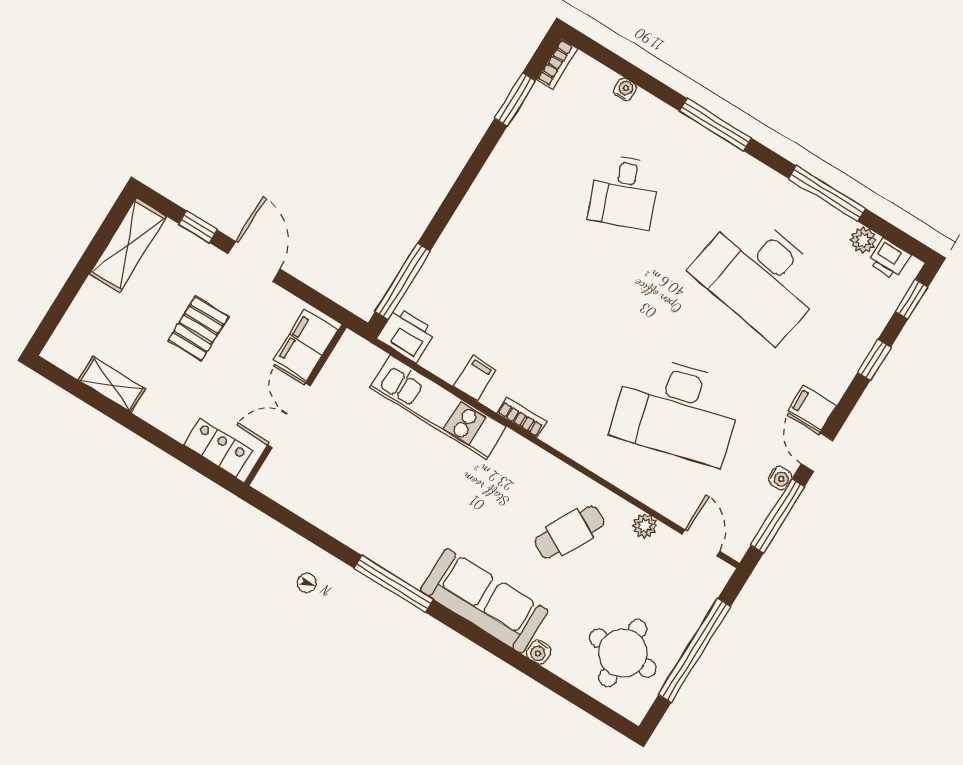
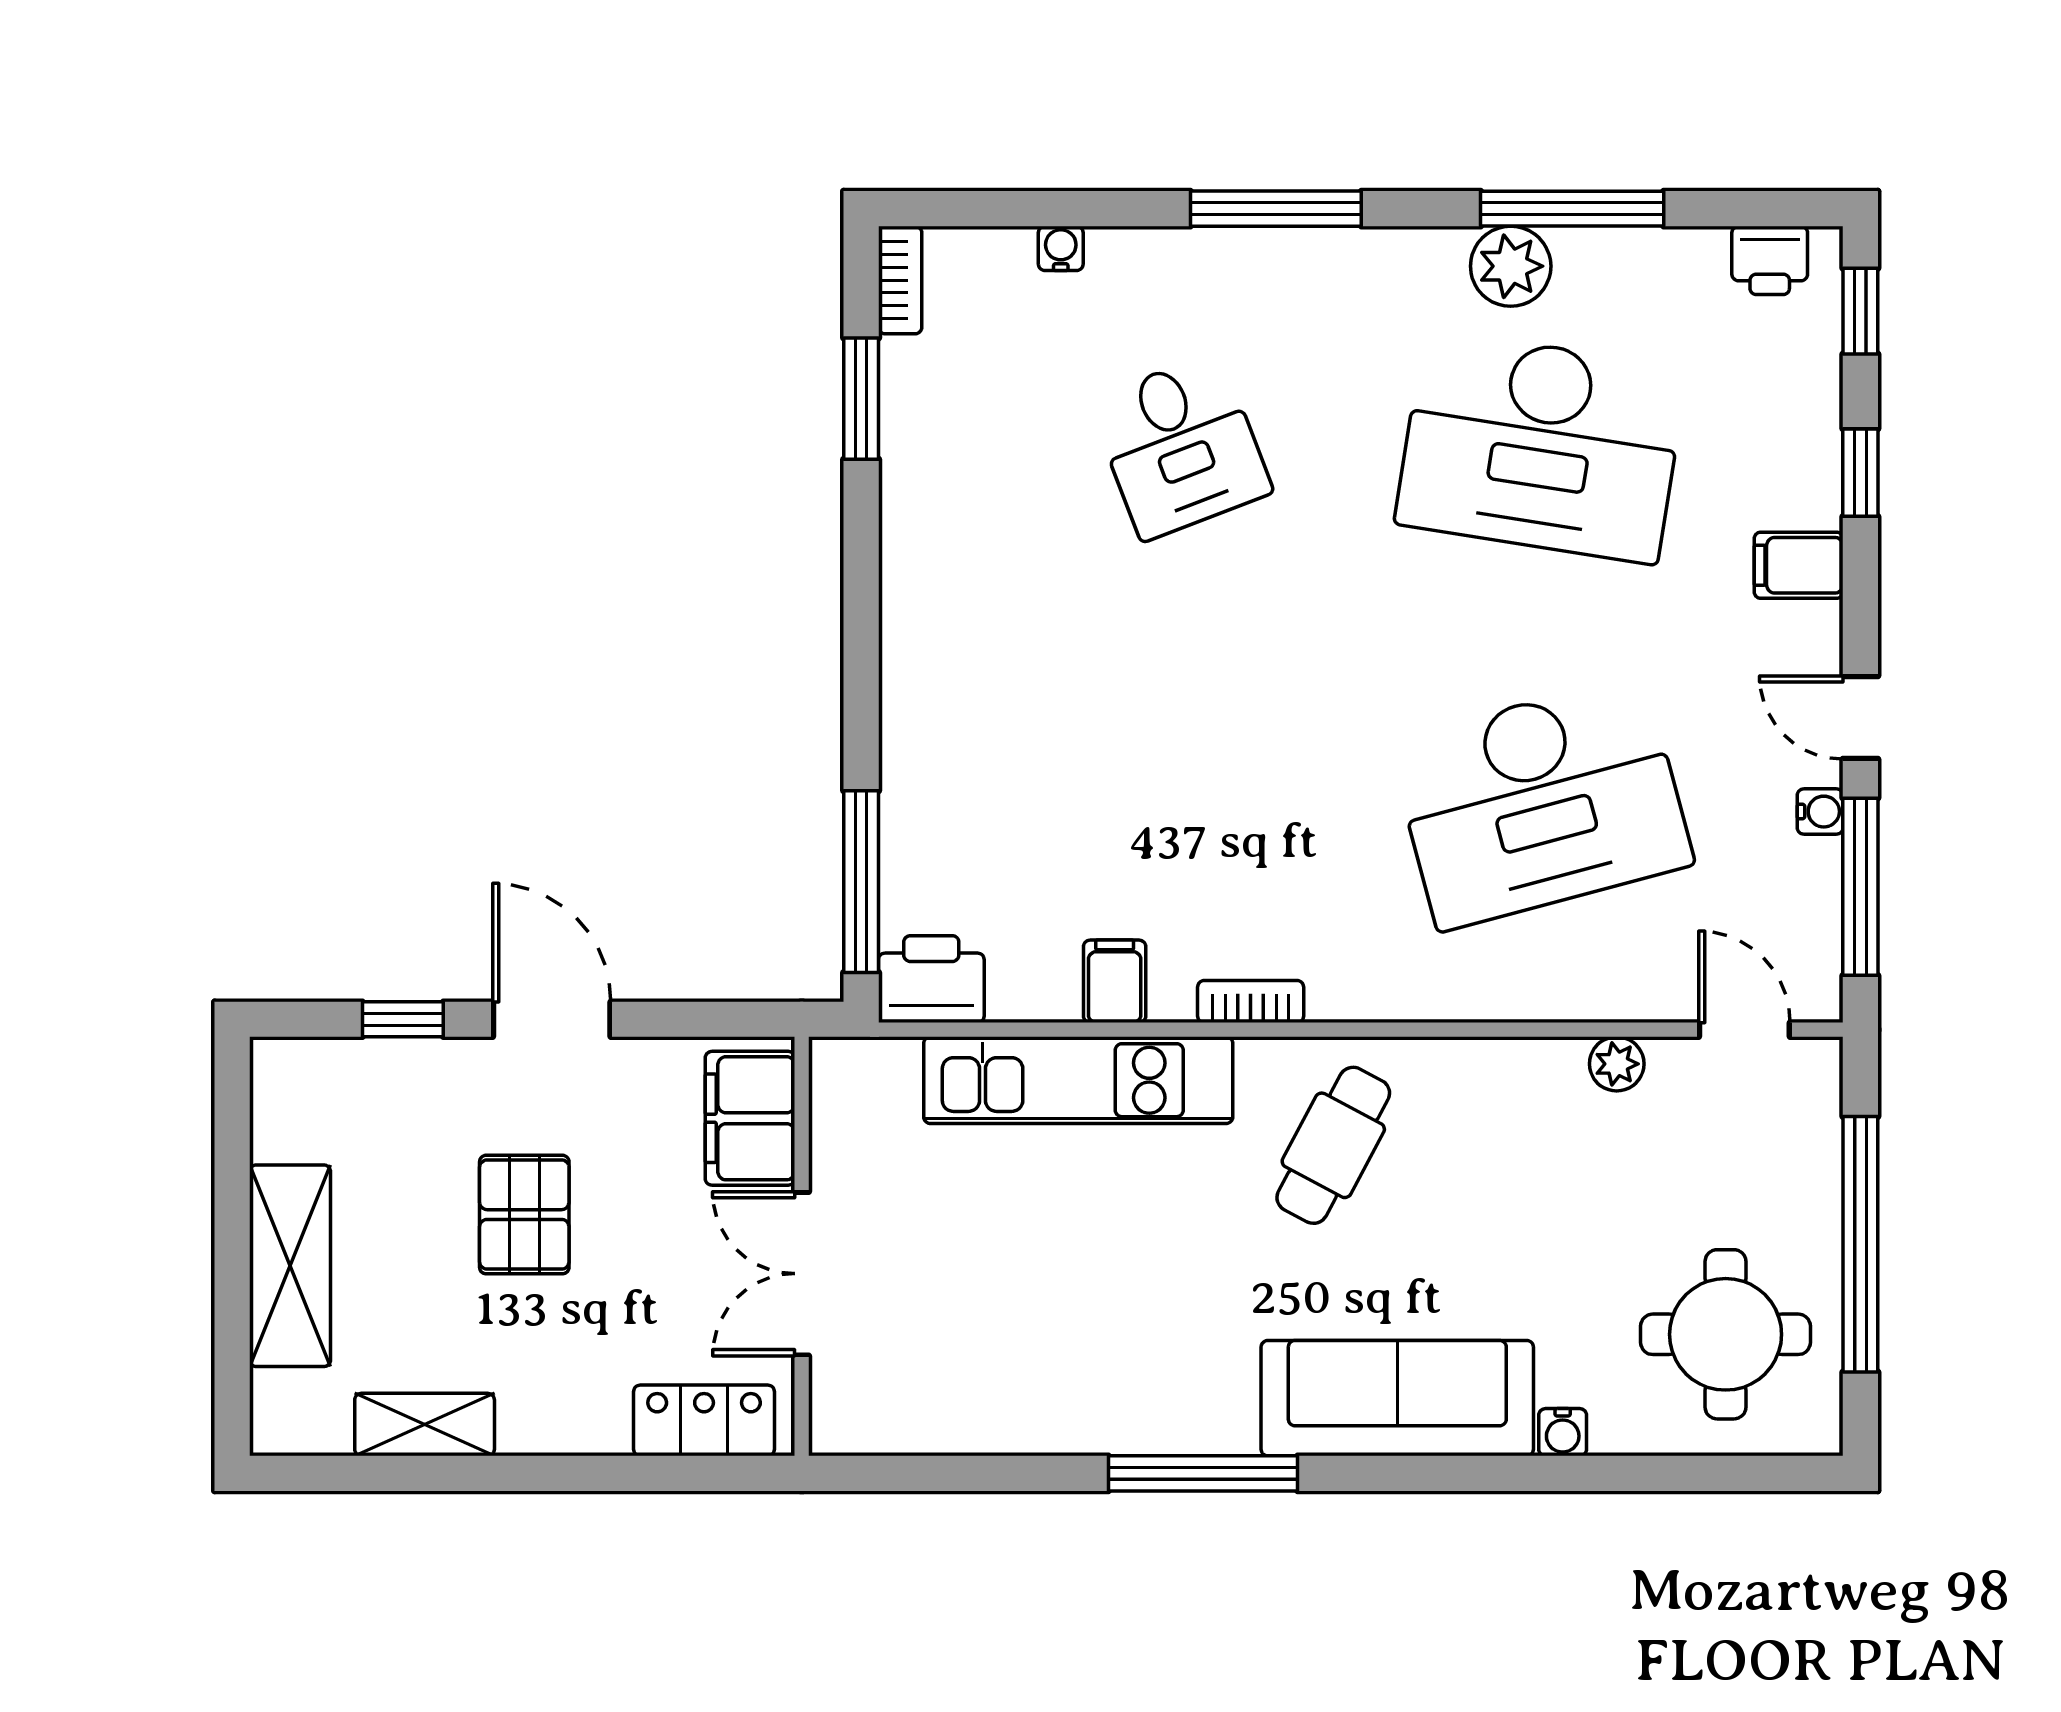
plant: (863, 240) -> (1511, 266), moved, width x1.38, depth x1.38
shelving: (128, 245) -> (290, 1266), moved
filing cabinet: (812, 408) -> (1799, 565), moved
cafe table: (569, 532) -> (1333, 1145), moved

